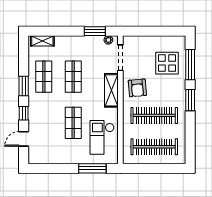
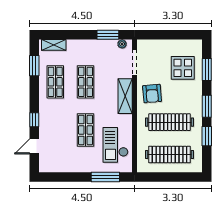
window: (190, 65) -> (207, 69), width x0.69
window: (24, 86) -> (34, 66), moved
window: (190, 129) -> (207, 136), added

